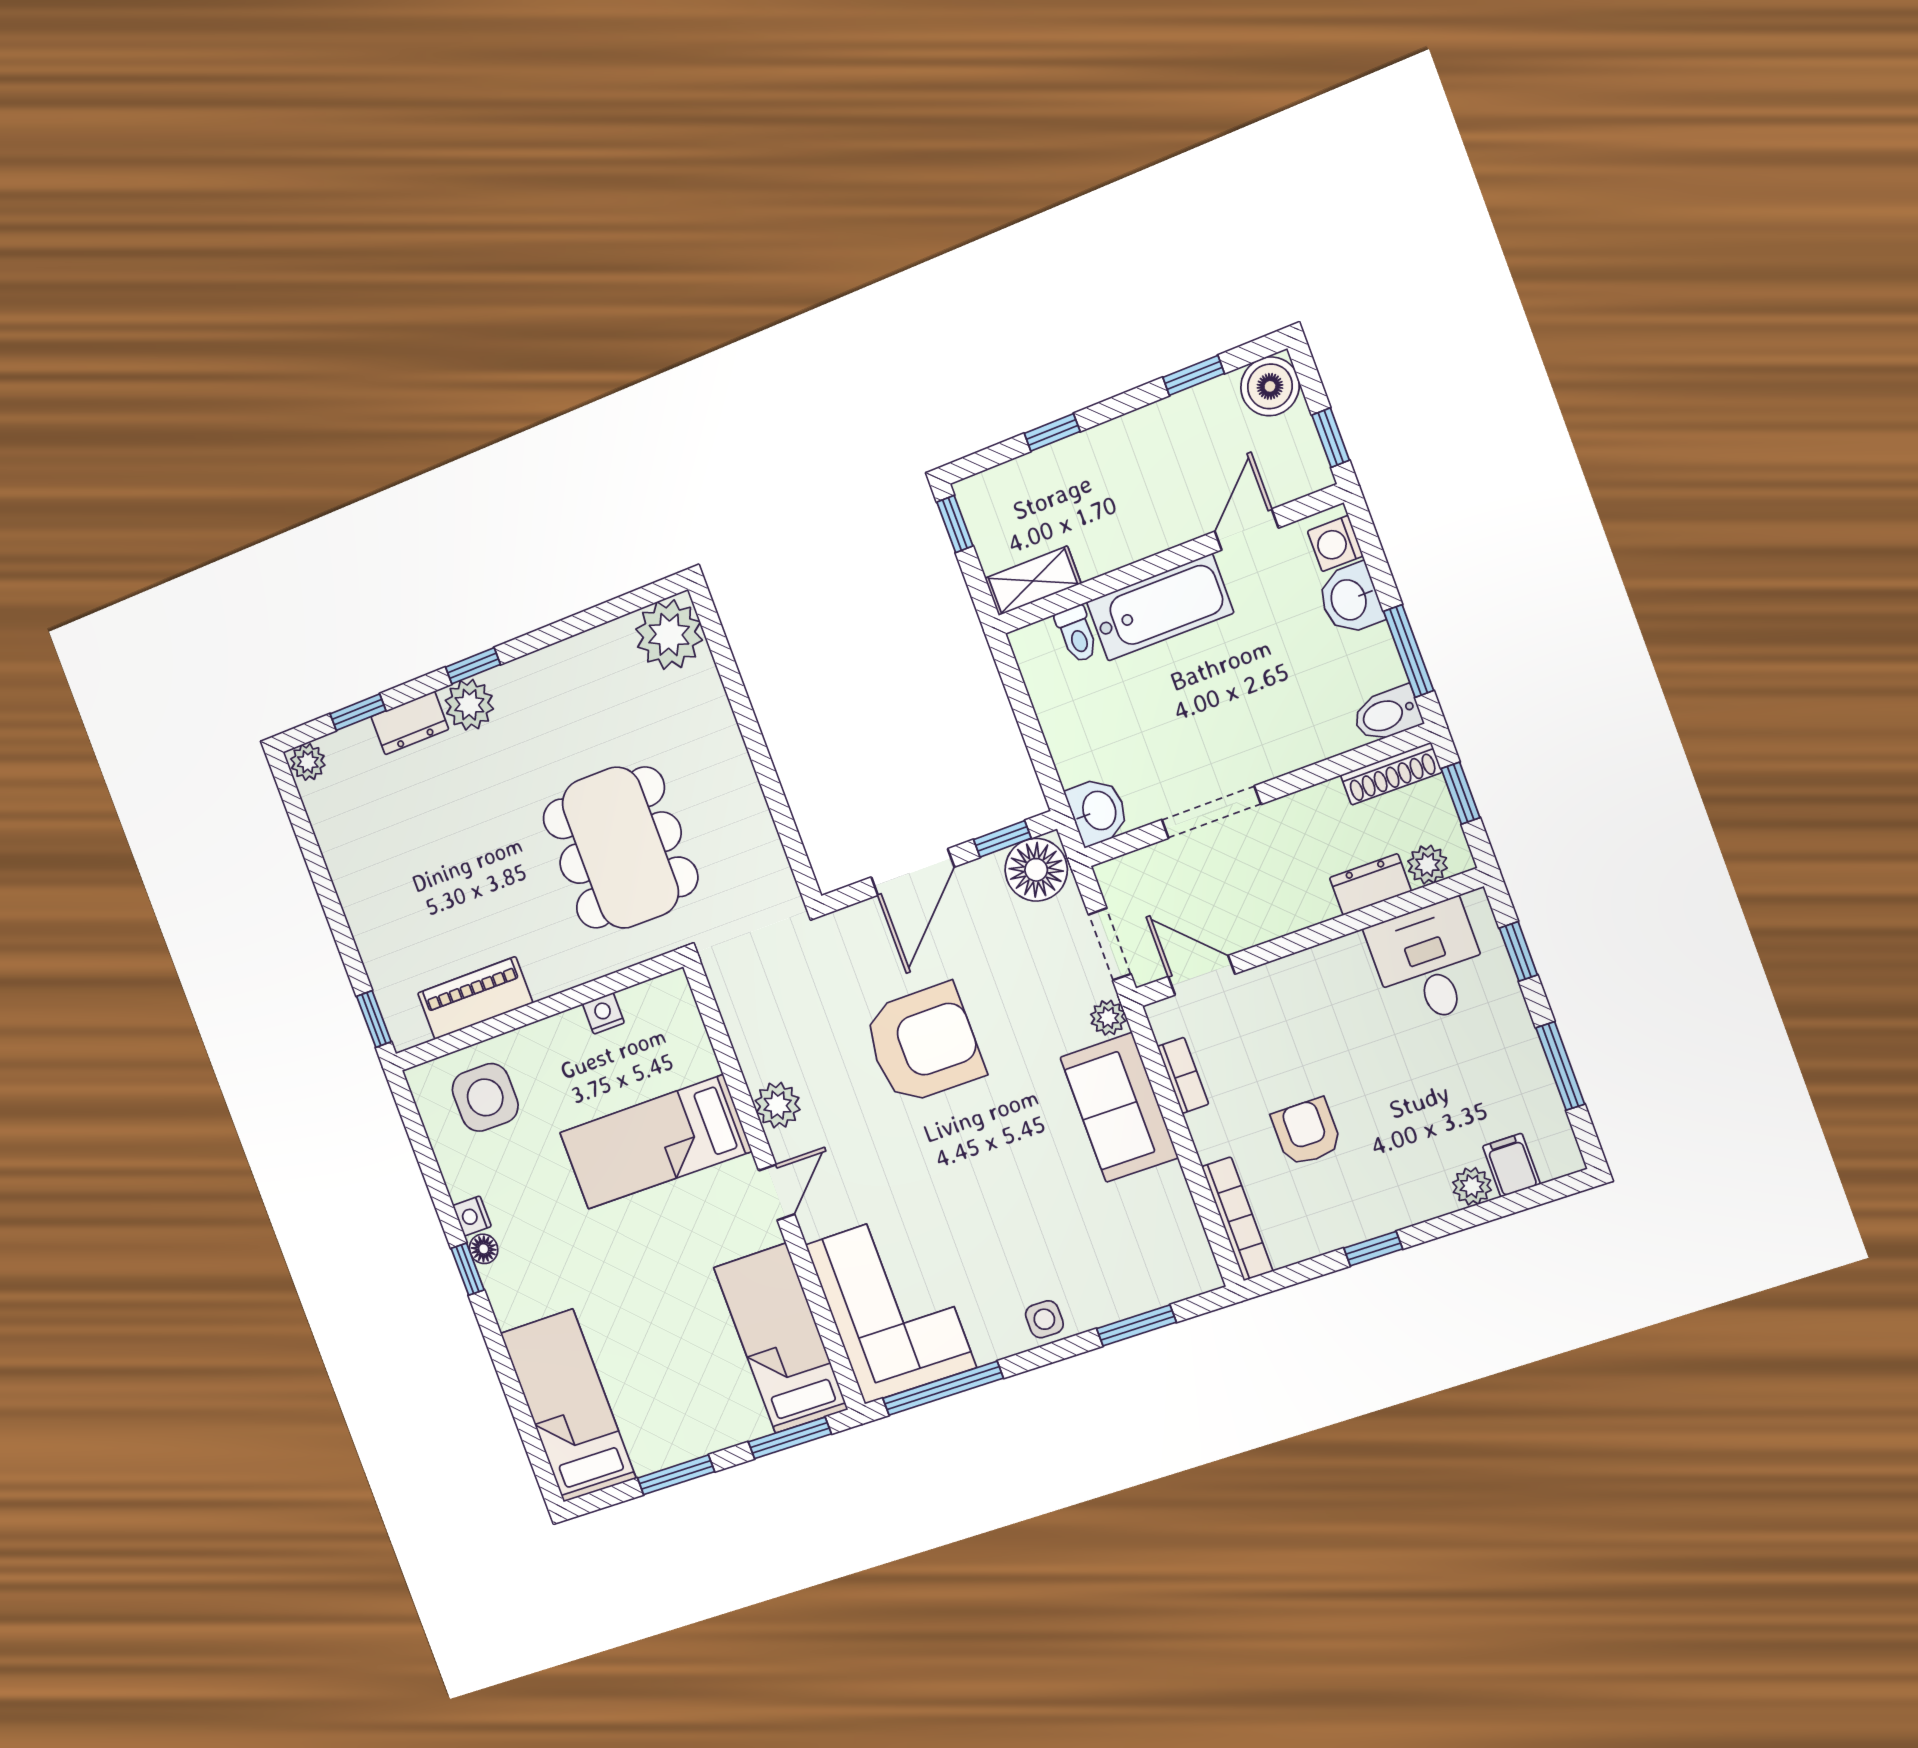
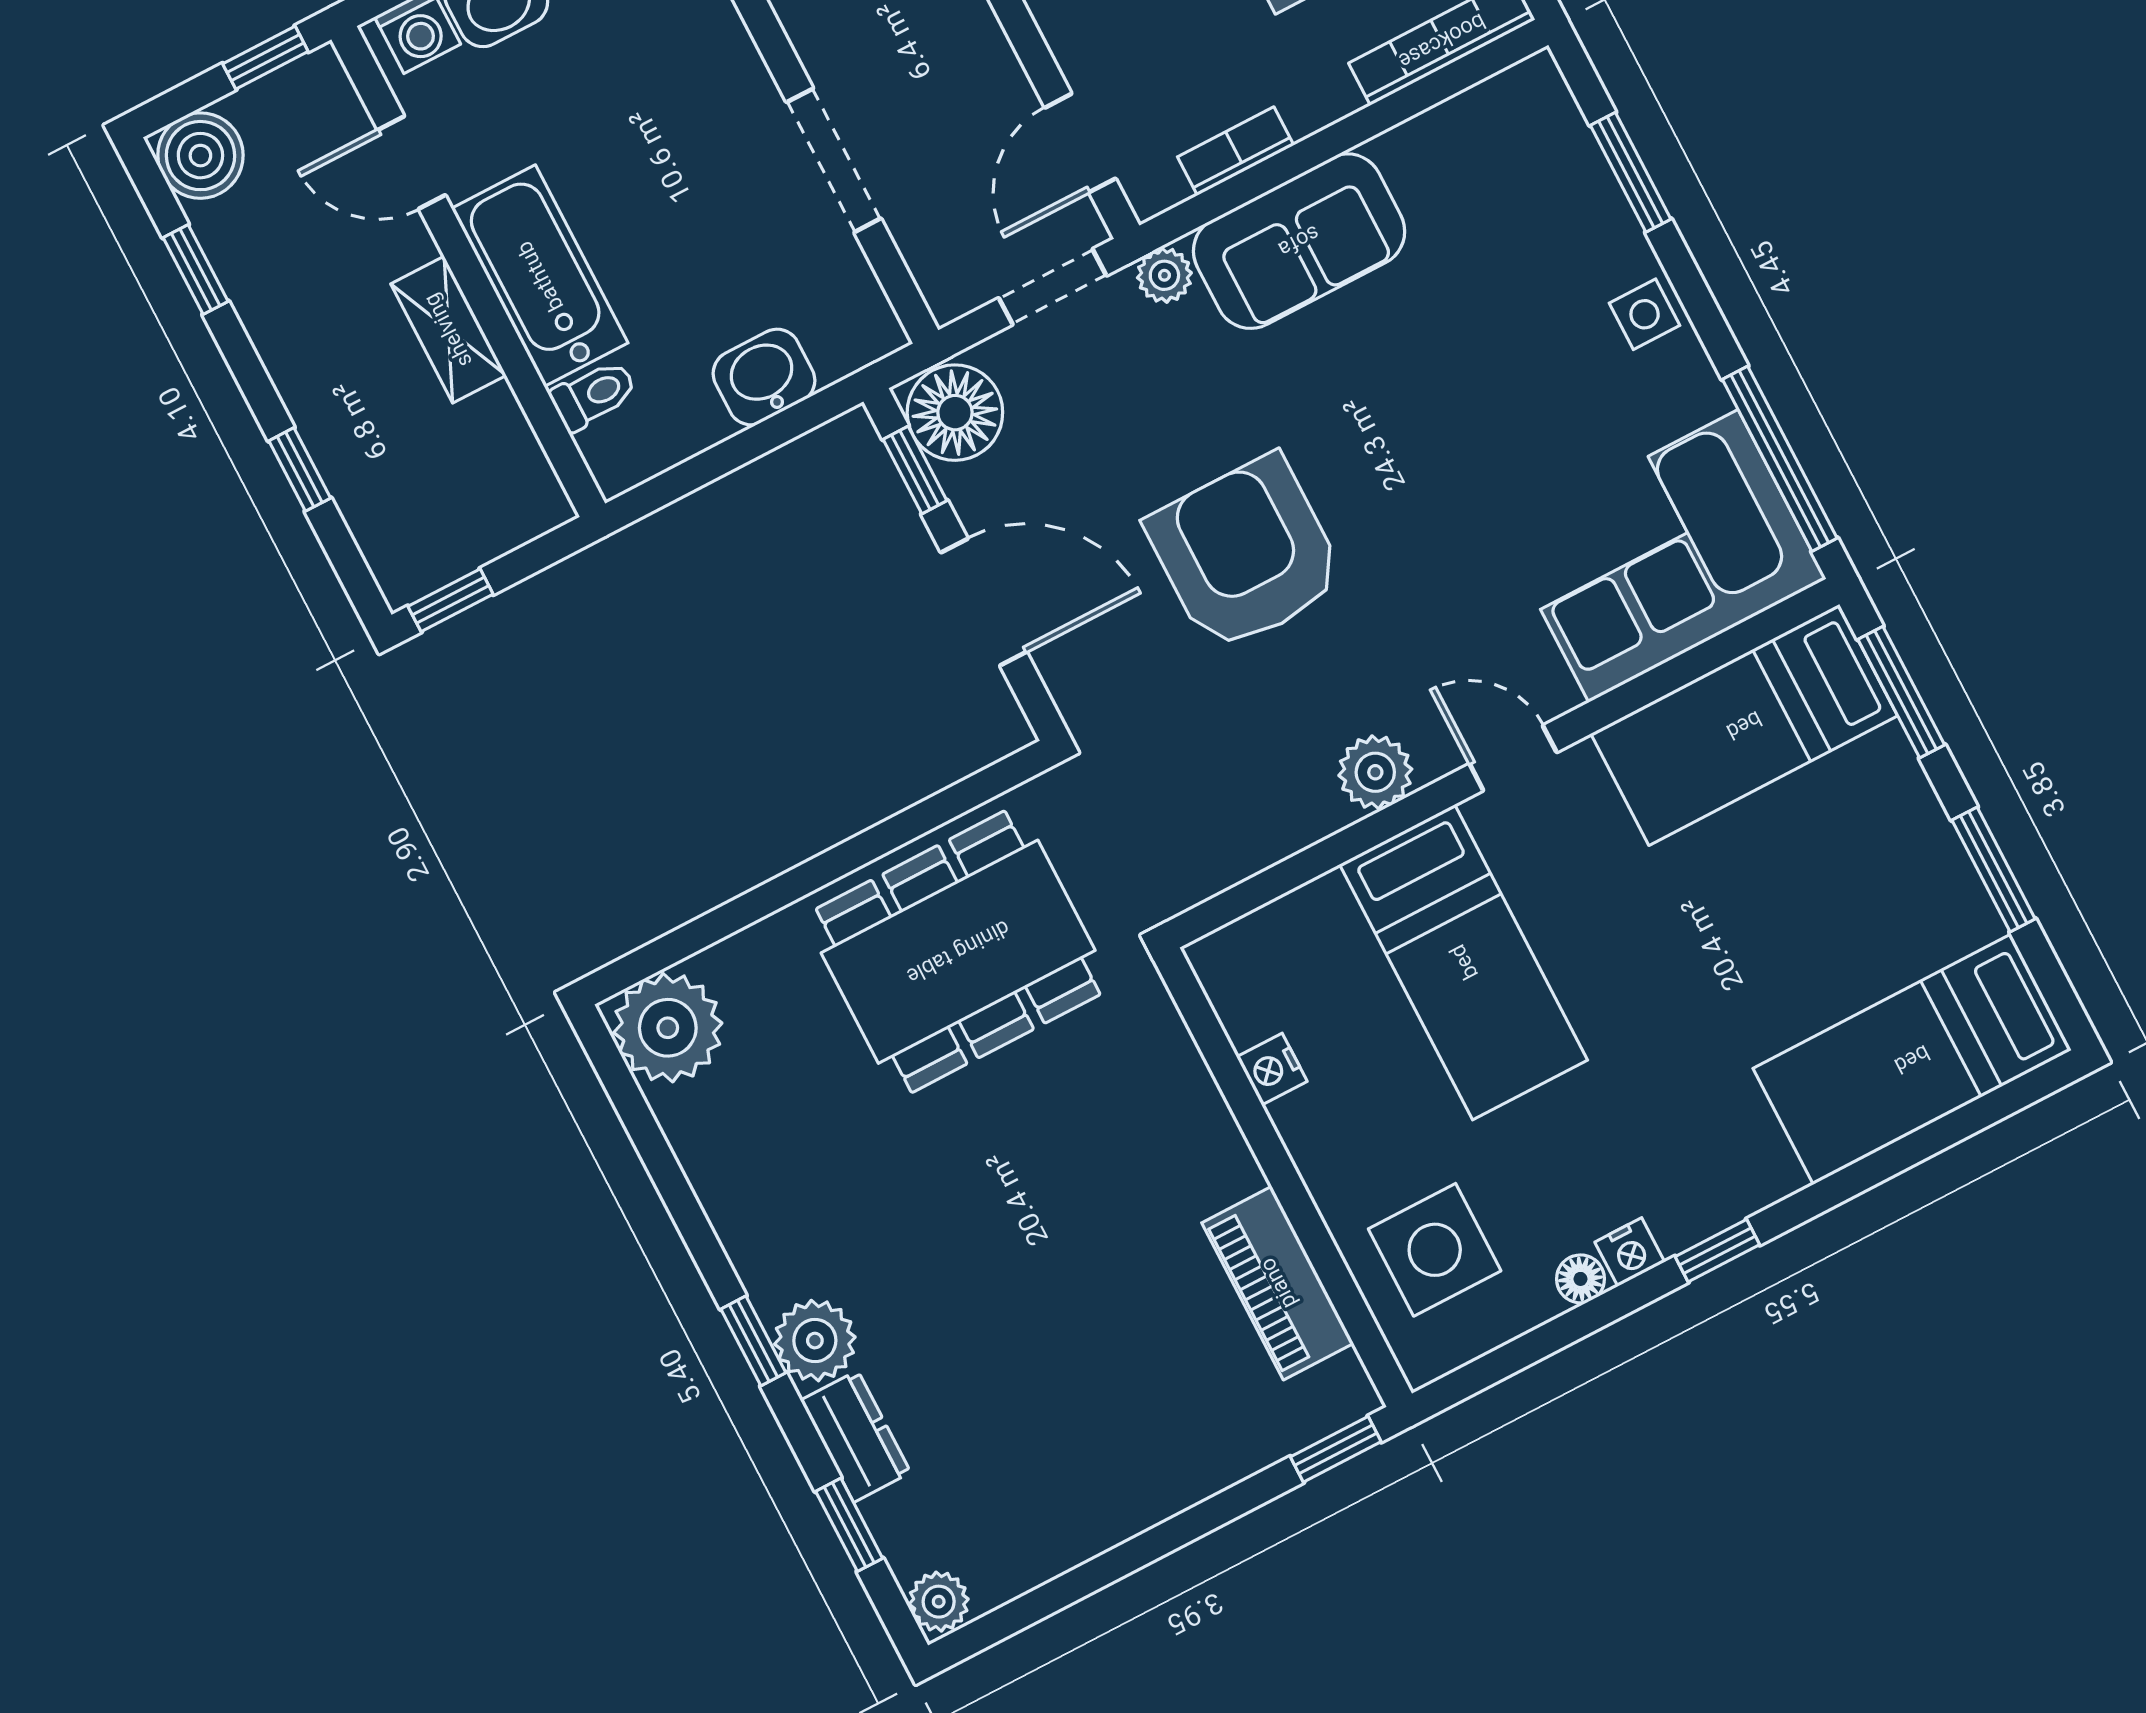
shelving: (1033, 581) -> (448, 330), moved
washbasin: (1098, 811) -> (764, 377), moved
dining table: (620, 848) -> (958, 952), moved
floor lamp: (484, 1249) -> (1580, 1279), moved

